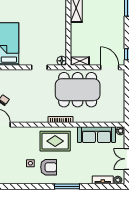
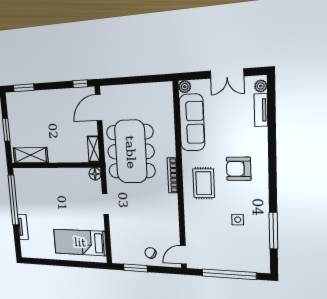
rug: (55, 141) -> (204, 183), width x0.73, depth x0.70
armchair: (49, 167) -> (239, 169), moved, turned -90
window: (67, 186) -> (273, 231), moved

